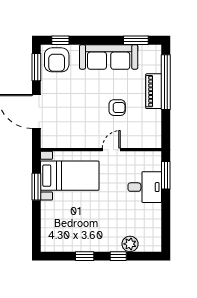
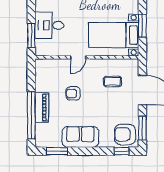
sofa: (109, 57) -> (80, 137), width x0.73
armchair: (57, 60) -> (125, 134), turned -90
coffee table: (71, 122) -> (113, 81), added

